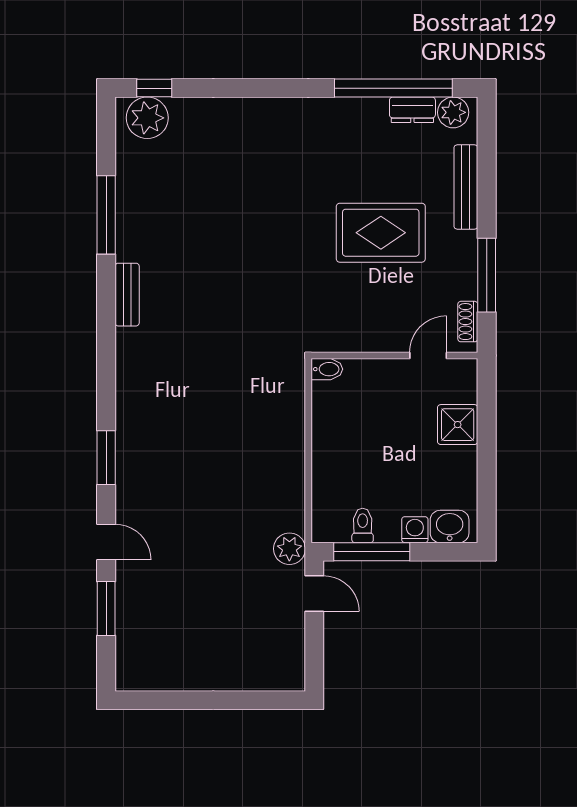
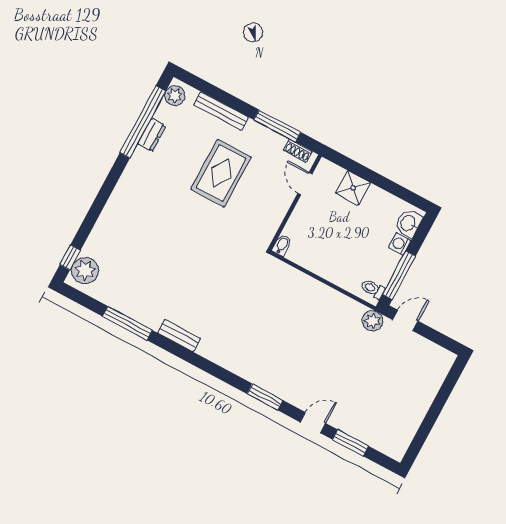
dresser: (412, 110) -> (152, 135), moved
toilet: (363, 525) -> (373, 289), moved

